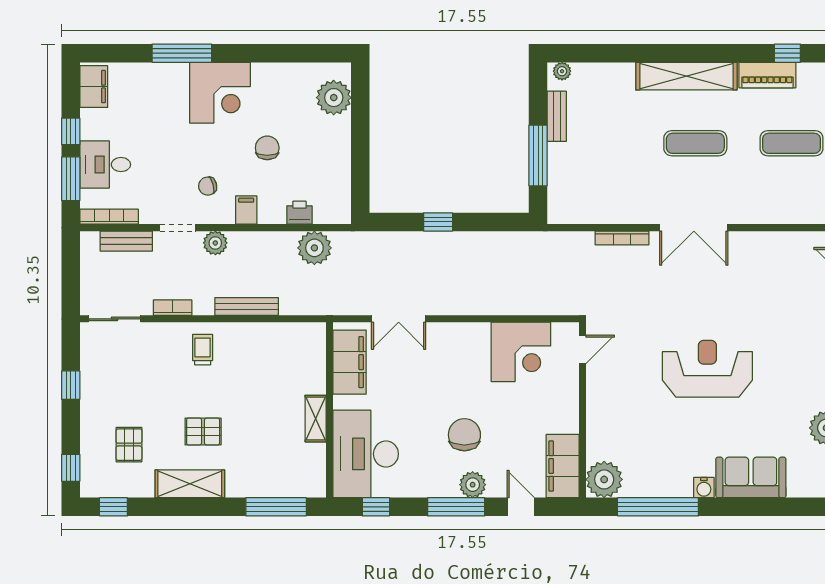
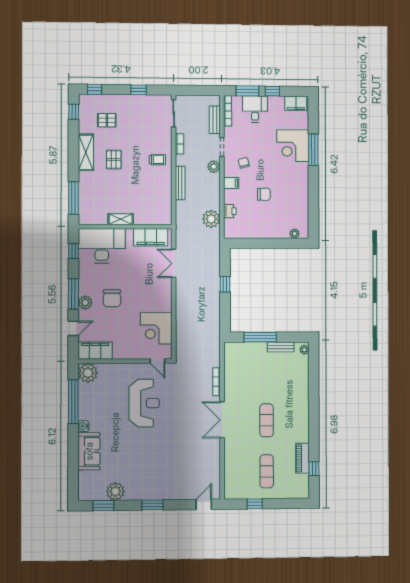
shelving: (686, 76) -> (302, 415), removed
corner desk: (220, 93) -> (293, 146), moved
plant: (334, 98) -> (295, 234), width x0.53, depth x0.53
reception desk: (707, 369) -> (144, 403), moved
chair: (464, 435) -> (112, 298), turned 90

